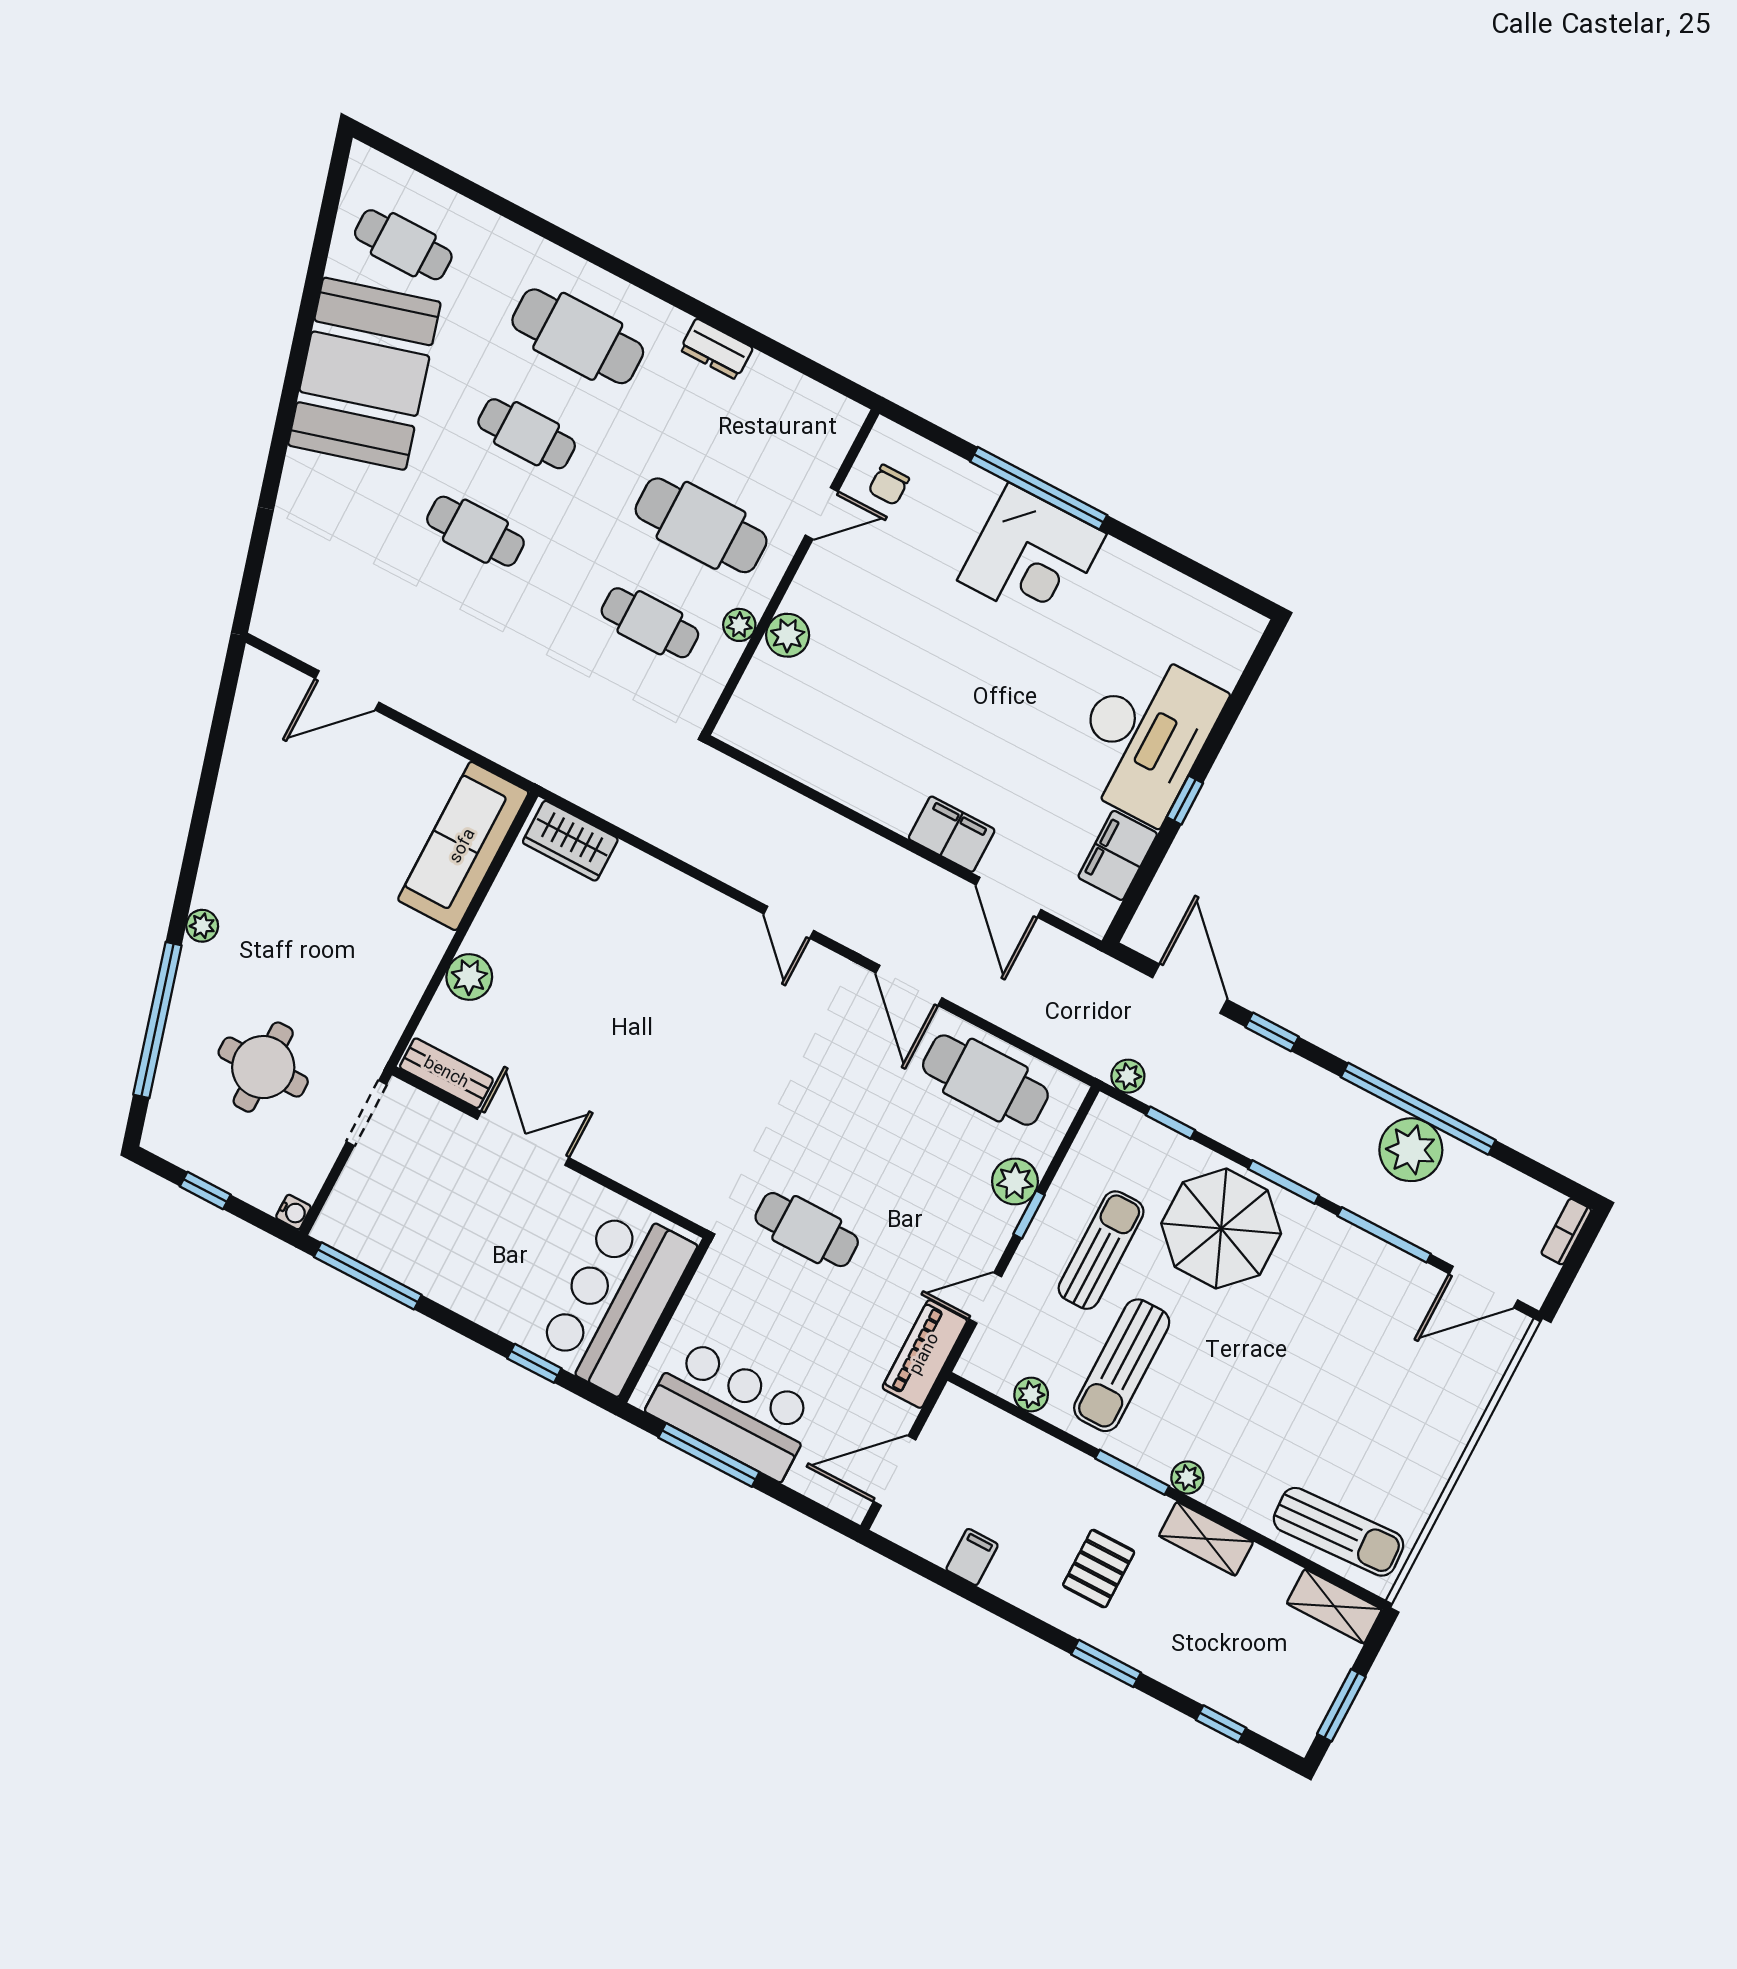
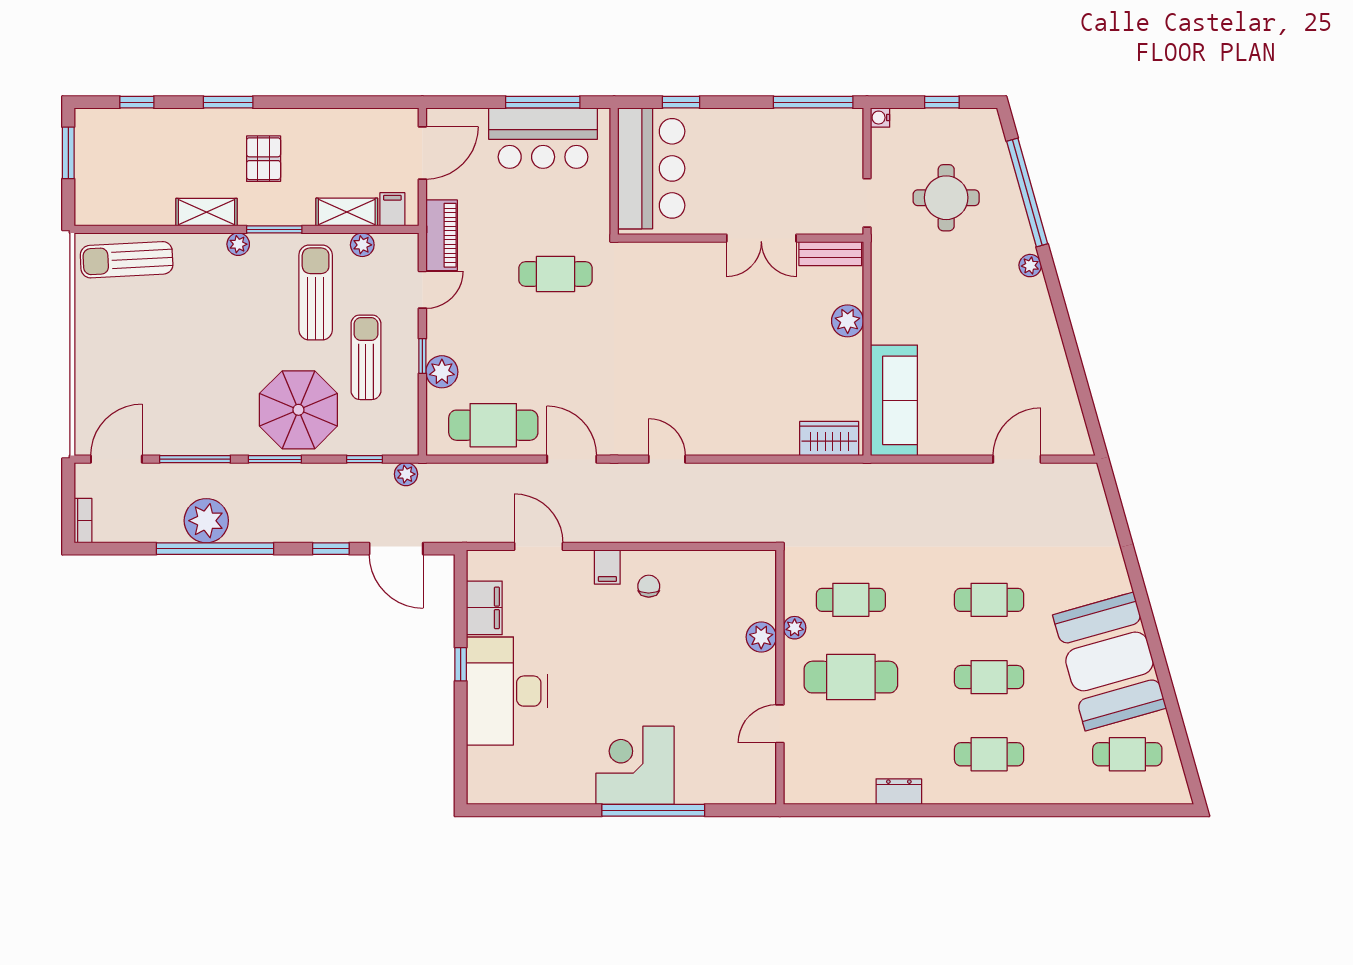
cafe table: (578, 336) -> (989, 754), width x0.73, depth x0.74
chair: (889, 485) -> (649, 586), moved
filing cabinet: (952, 834) -> (607, 567), width x0.50
sun lounger: (1101, 1250) -> (366, 357), turned 180
filing cabinet: (972, 1557) -> (392, 209), moved, turned 180
shelving: (1334, 1606) -> (347, 212), moved

